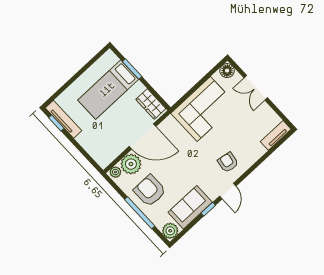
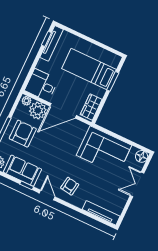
tv unit: (276, 135) -> (101, 213), width x1.41
door: (143, 136) -> (63, 111), hinge flipped
desk: (105, 149) -> (41, 85), added
door: (228, 191) -> (47, 195), swing flipped

